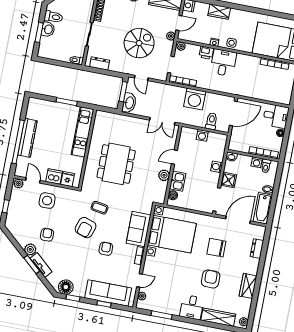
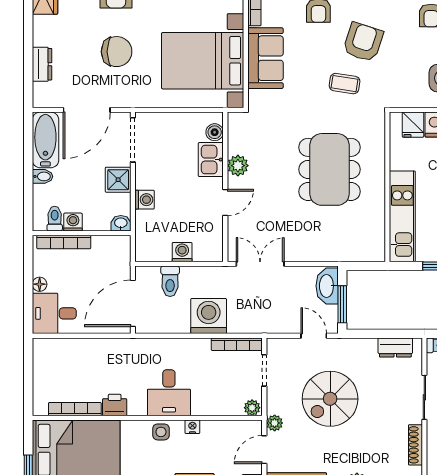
printer: (206, 53) -> (115, 405), moved

